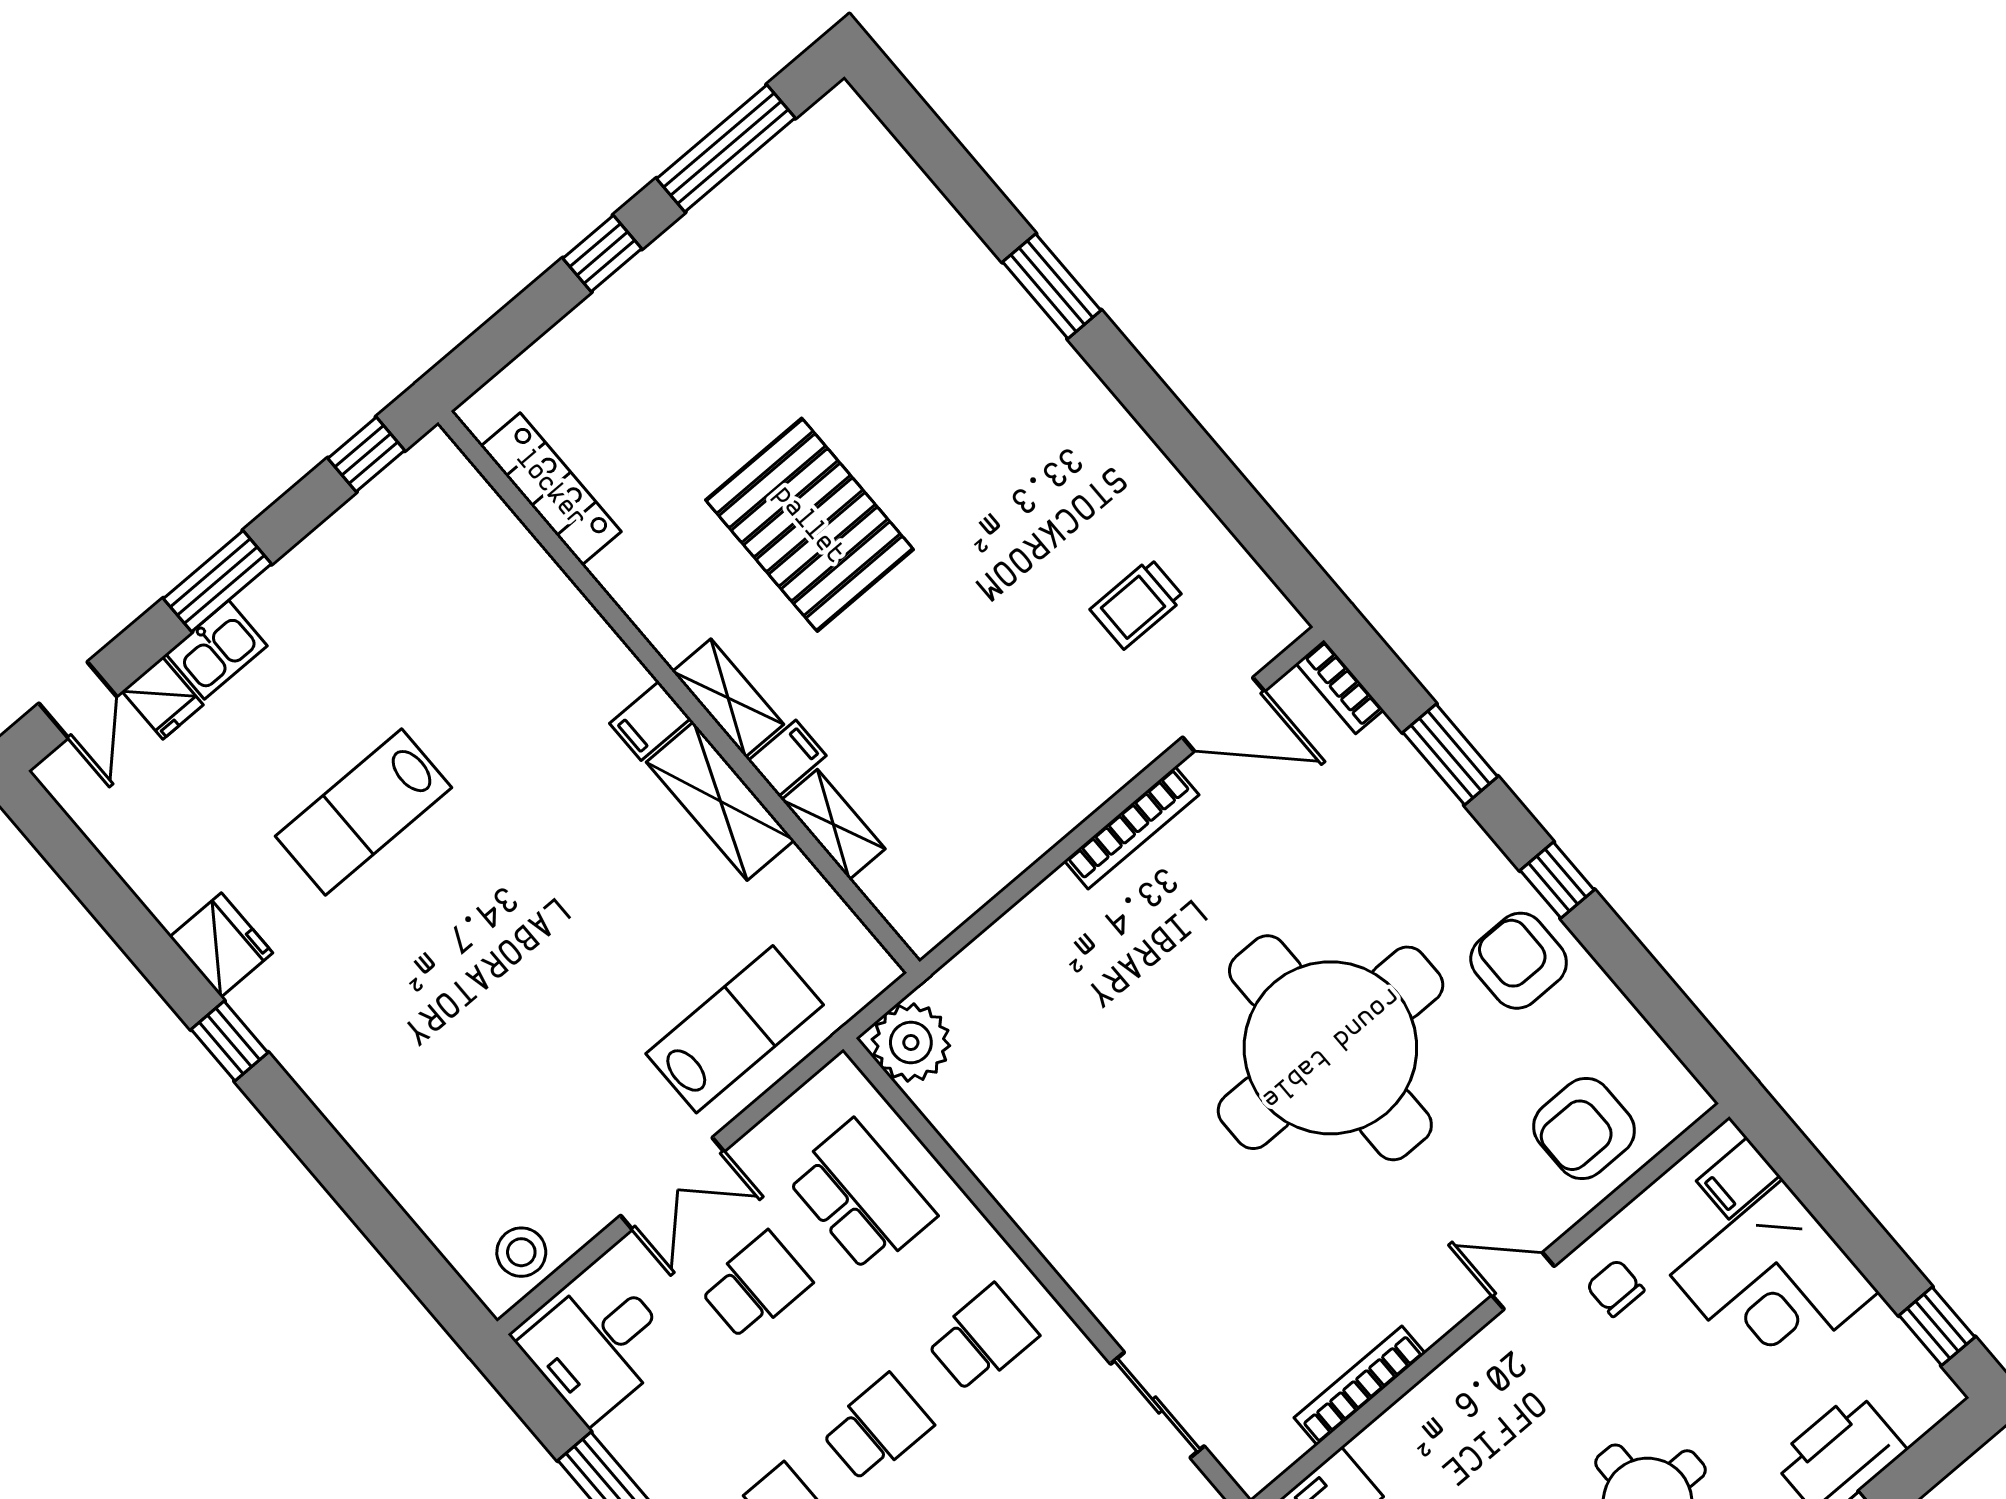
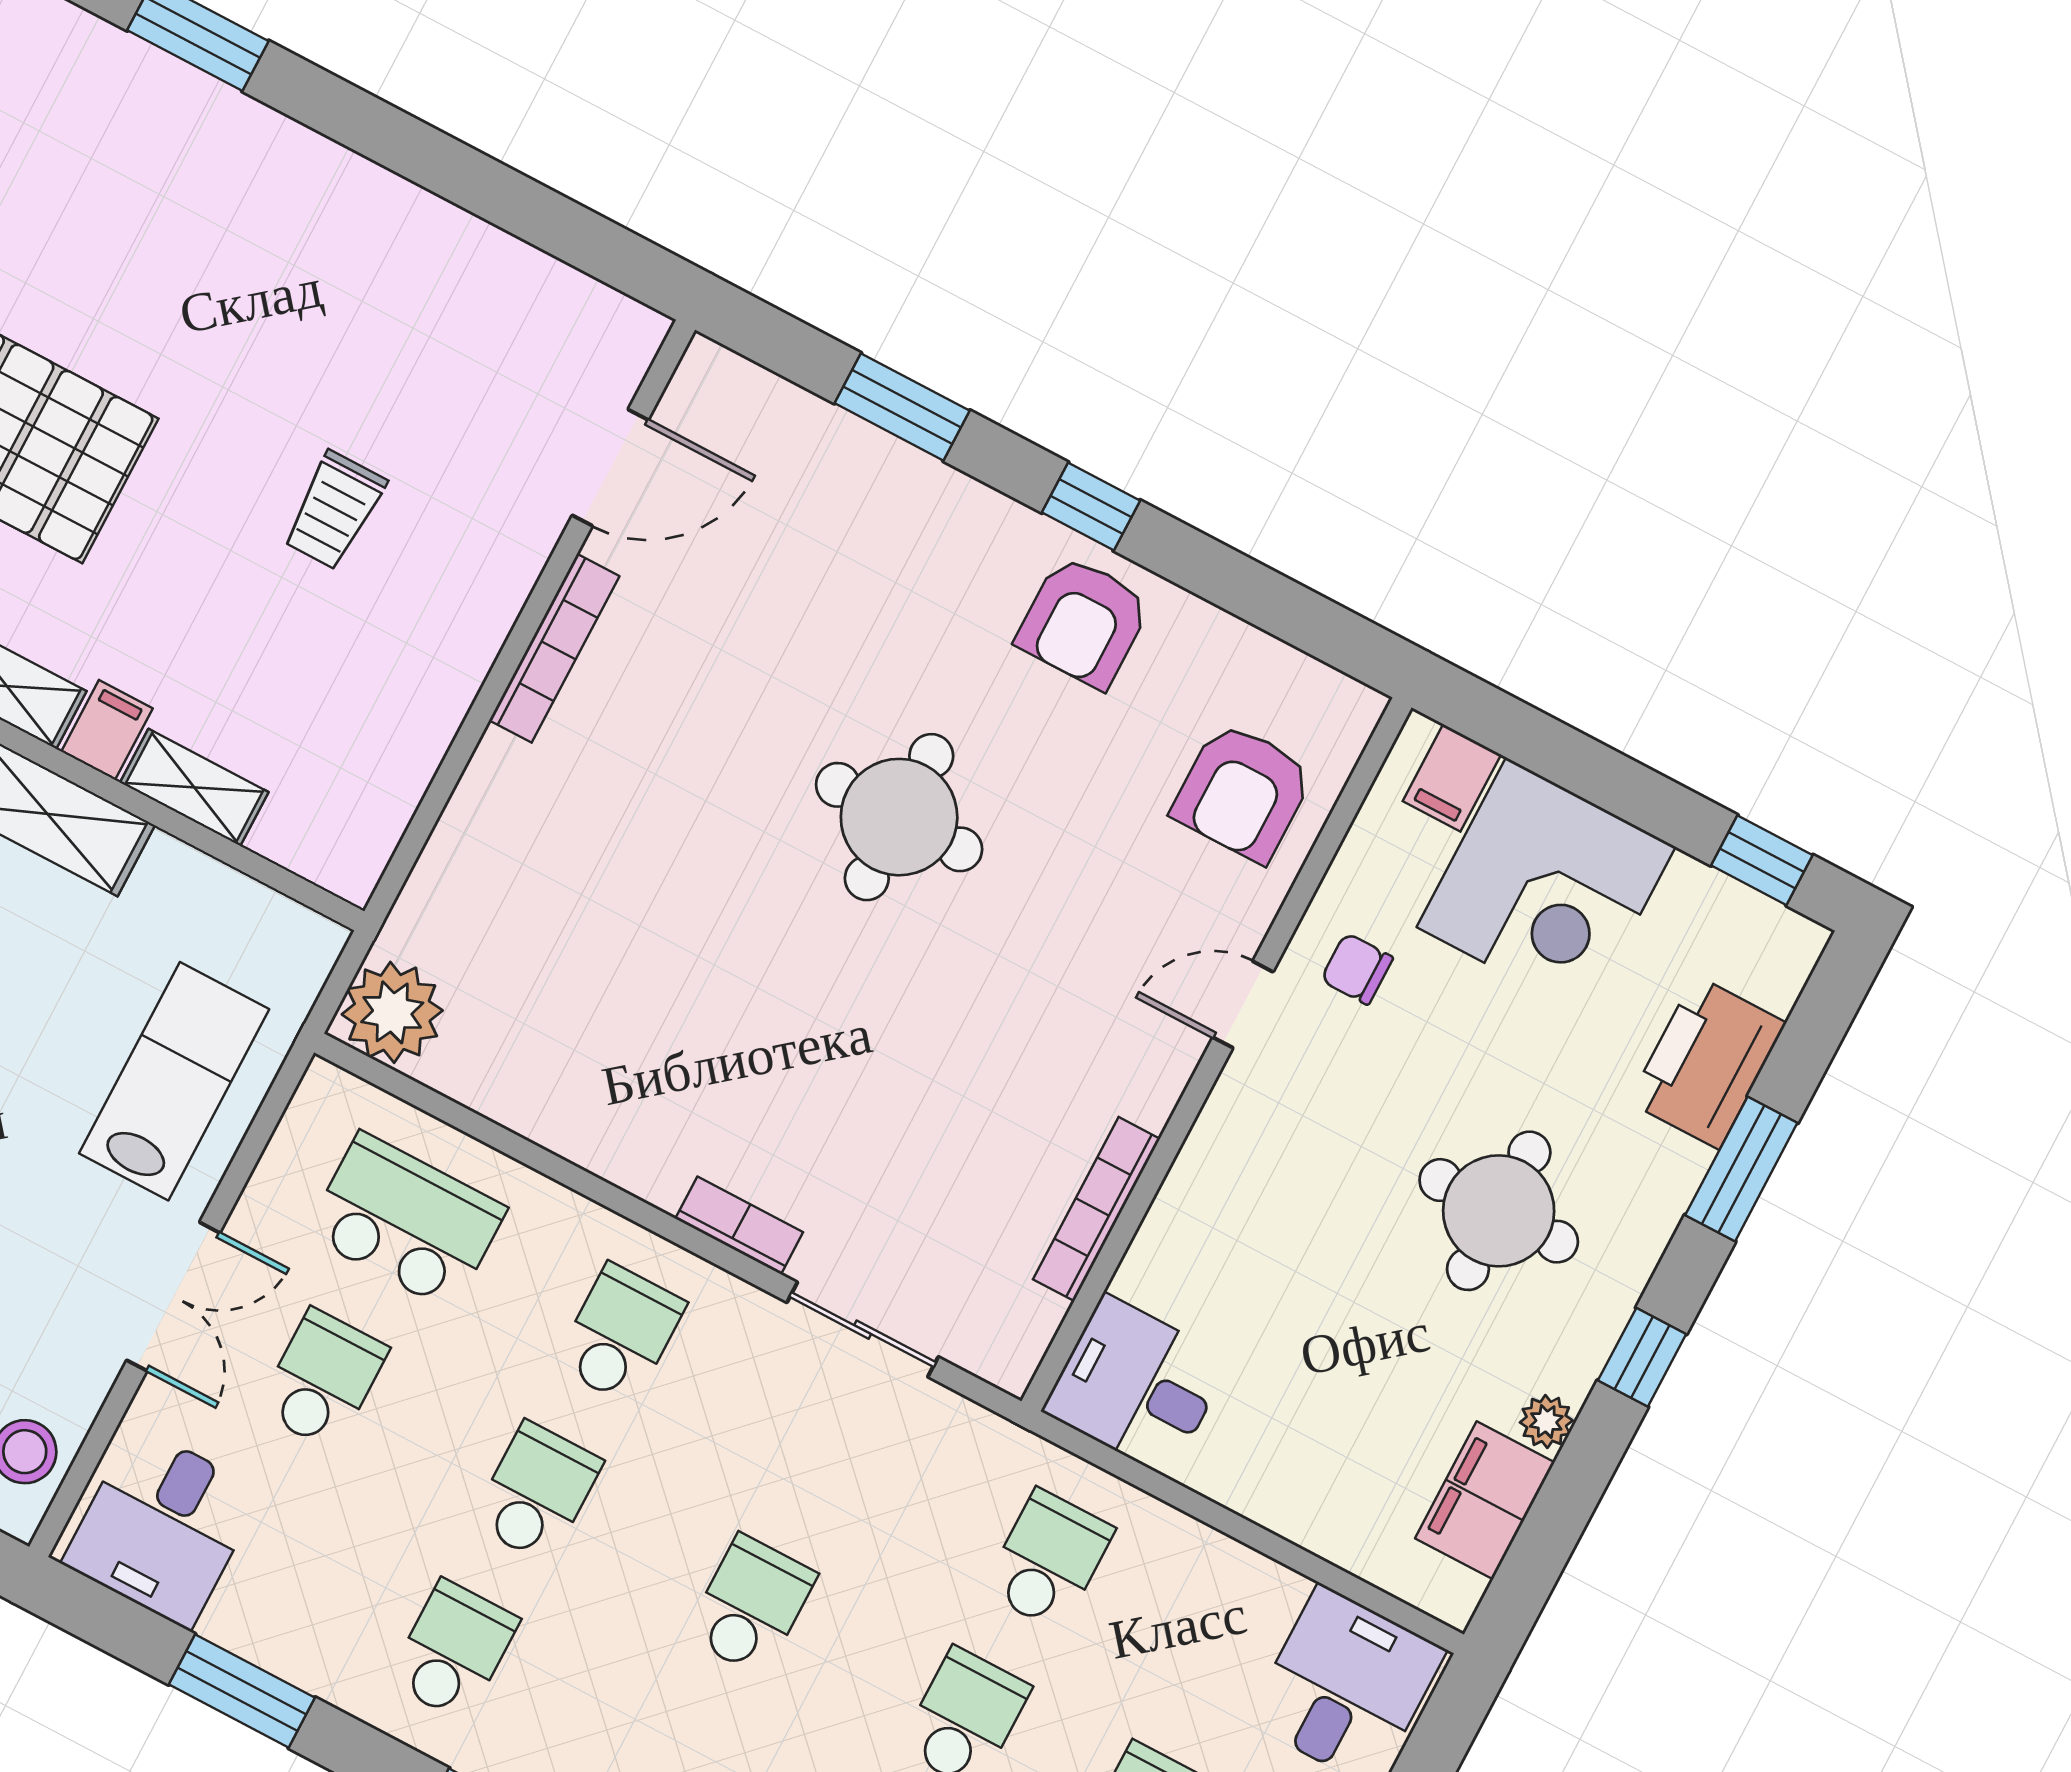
trolley: (1137, 604) -> (334, 510), moved
bookcase: (1340, 687) -> (739, 1225), moved, turned 180
armchair: (1519, 961) -> (1083, 622), turned -90
round table: (1330, 1048) -> (899, 817), width x0.54, depth x0.54

